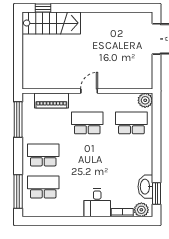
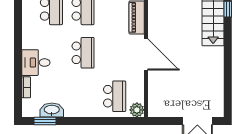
door: (89, 91) -> (146, 55), width x1.88
school desk: (87, 123) -> (83, 53), moved
plant: (141, 210) -> (29, 106), removed

